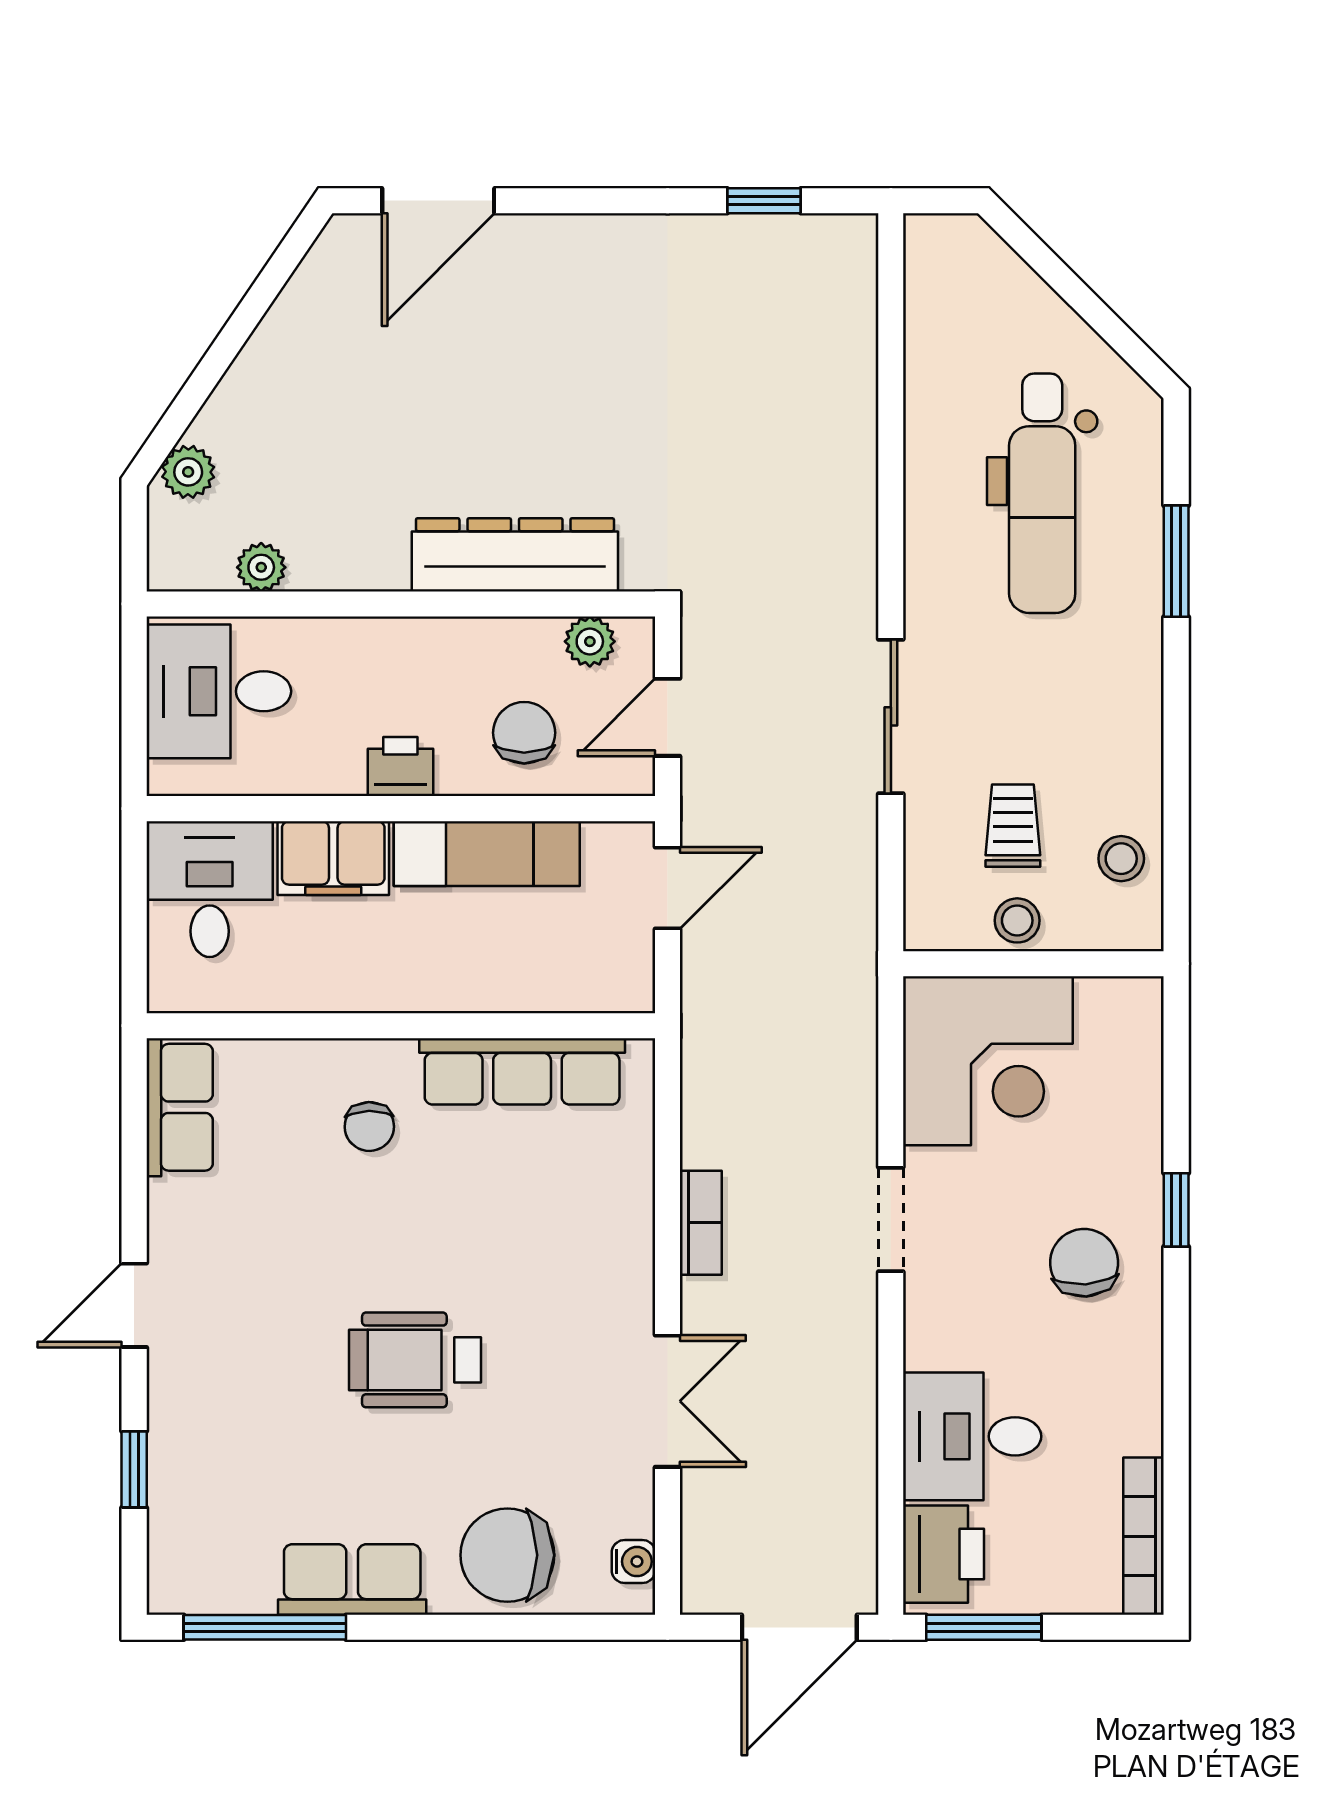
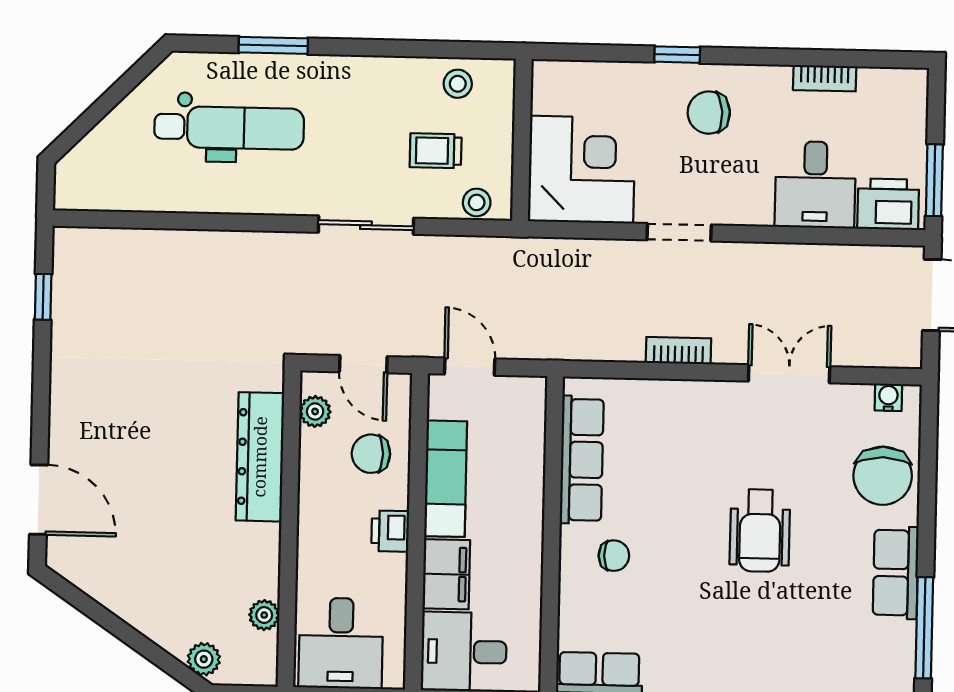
stool: (1017, 920) -> (477, 202), moved
bookcase: (1144, 1536) -> (825, 78), moved, width x0.64

